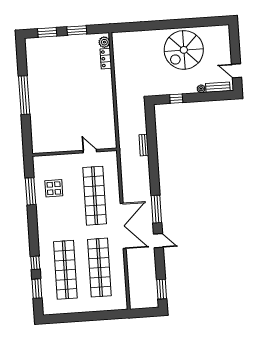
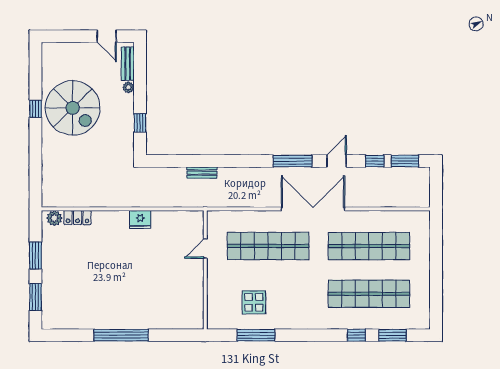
window: (181, 23) -> (35, 109), added
door: (236, 71) -> (107, 36), hinge flipped
fridge: (107, 103) -> (140, 219), added
window: (160, 268) -> (375, 161), added

